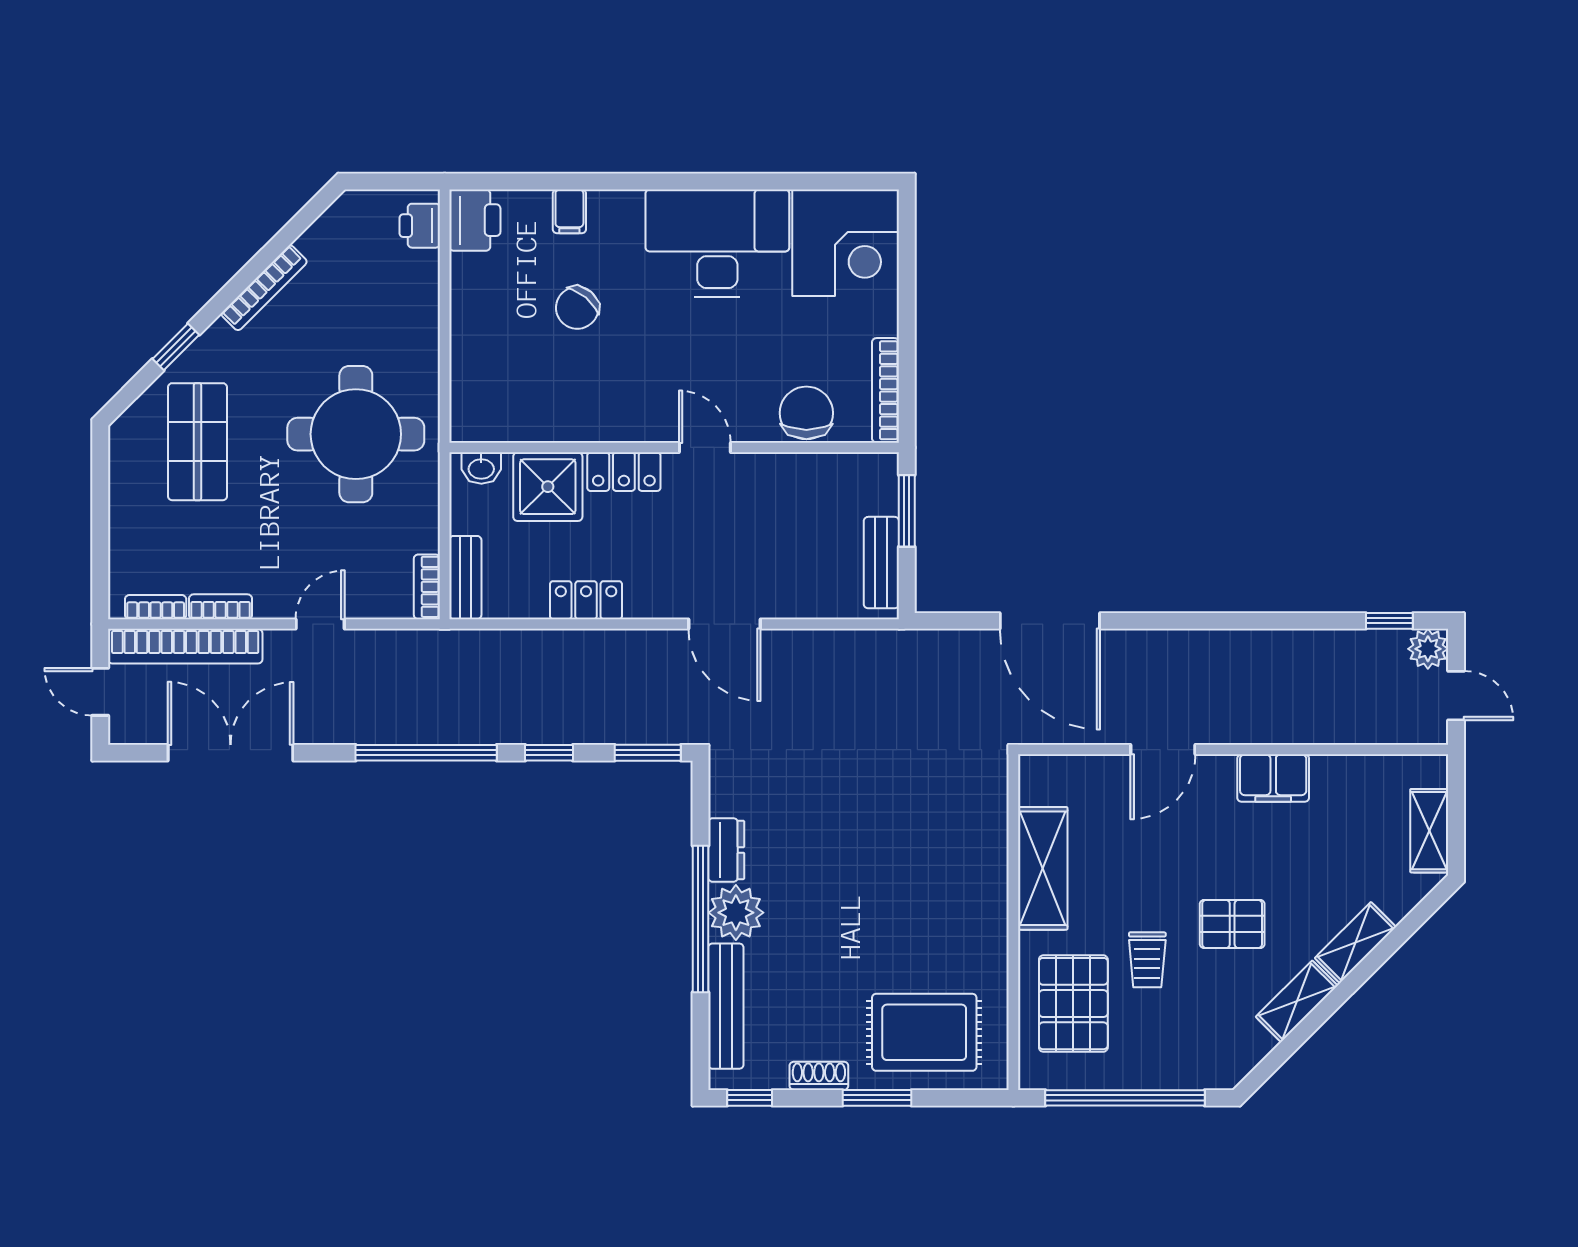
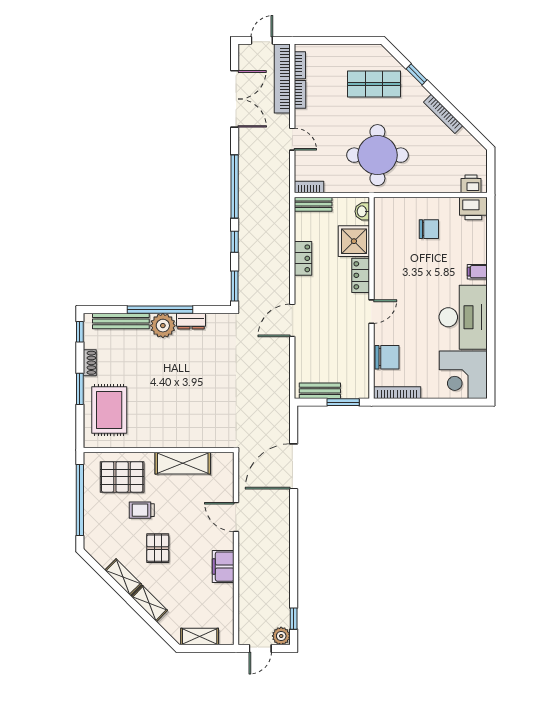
filing cabinet: (569, 211) -> (477, 272), moved
chair: (577, 308) -> (429, 229), moved, turned 140

